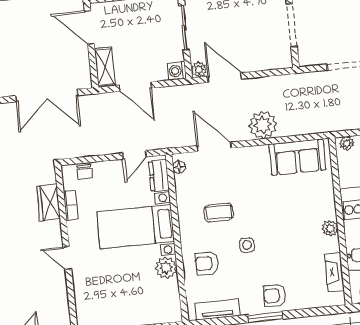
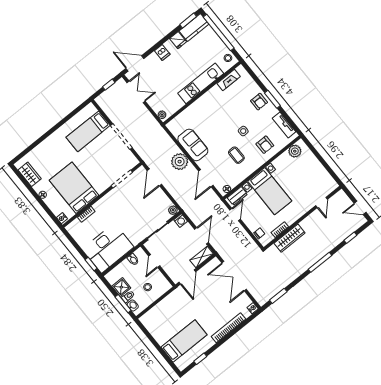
door: (225, 78) -> (154, 177), moved
double door: (47, 96) -> (234, 276), swing flipped
door: (134, 155) -> (235, 215), hinge flipped
sofa: (297, 157) -> (193, 145), moved
wardrobe: (49, 203) -> (290, 238), width x1.50
plant: (330, 228) -> (209, 96), removed
door: (67, 258) -> (322, 202), moved
plant: (166, 268) -> (295, 151), moved

